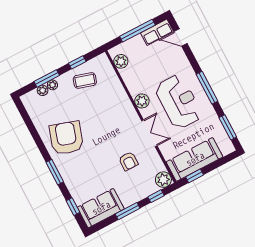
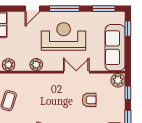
door: (181, 38) -> (32, 9), moved
plant: (142, 101) -> (36, 65), moved
window: (195, 176) -> (128, 29), moved

